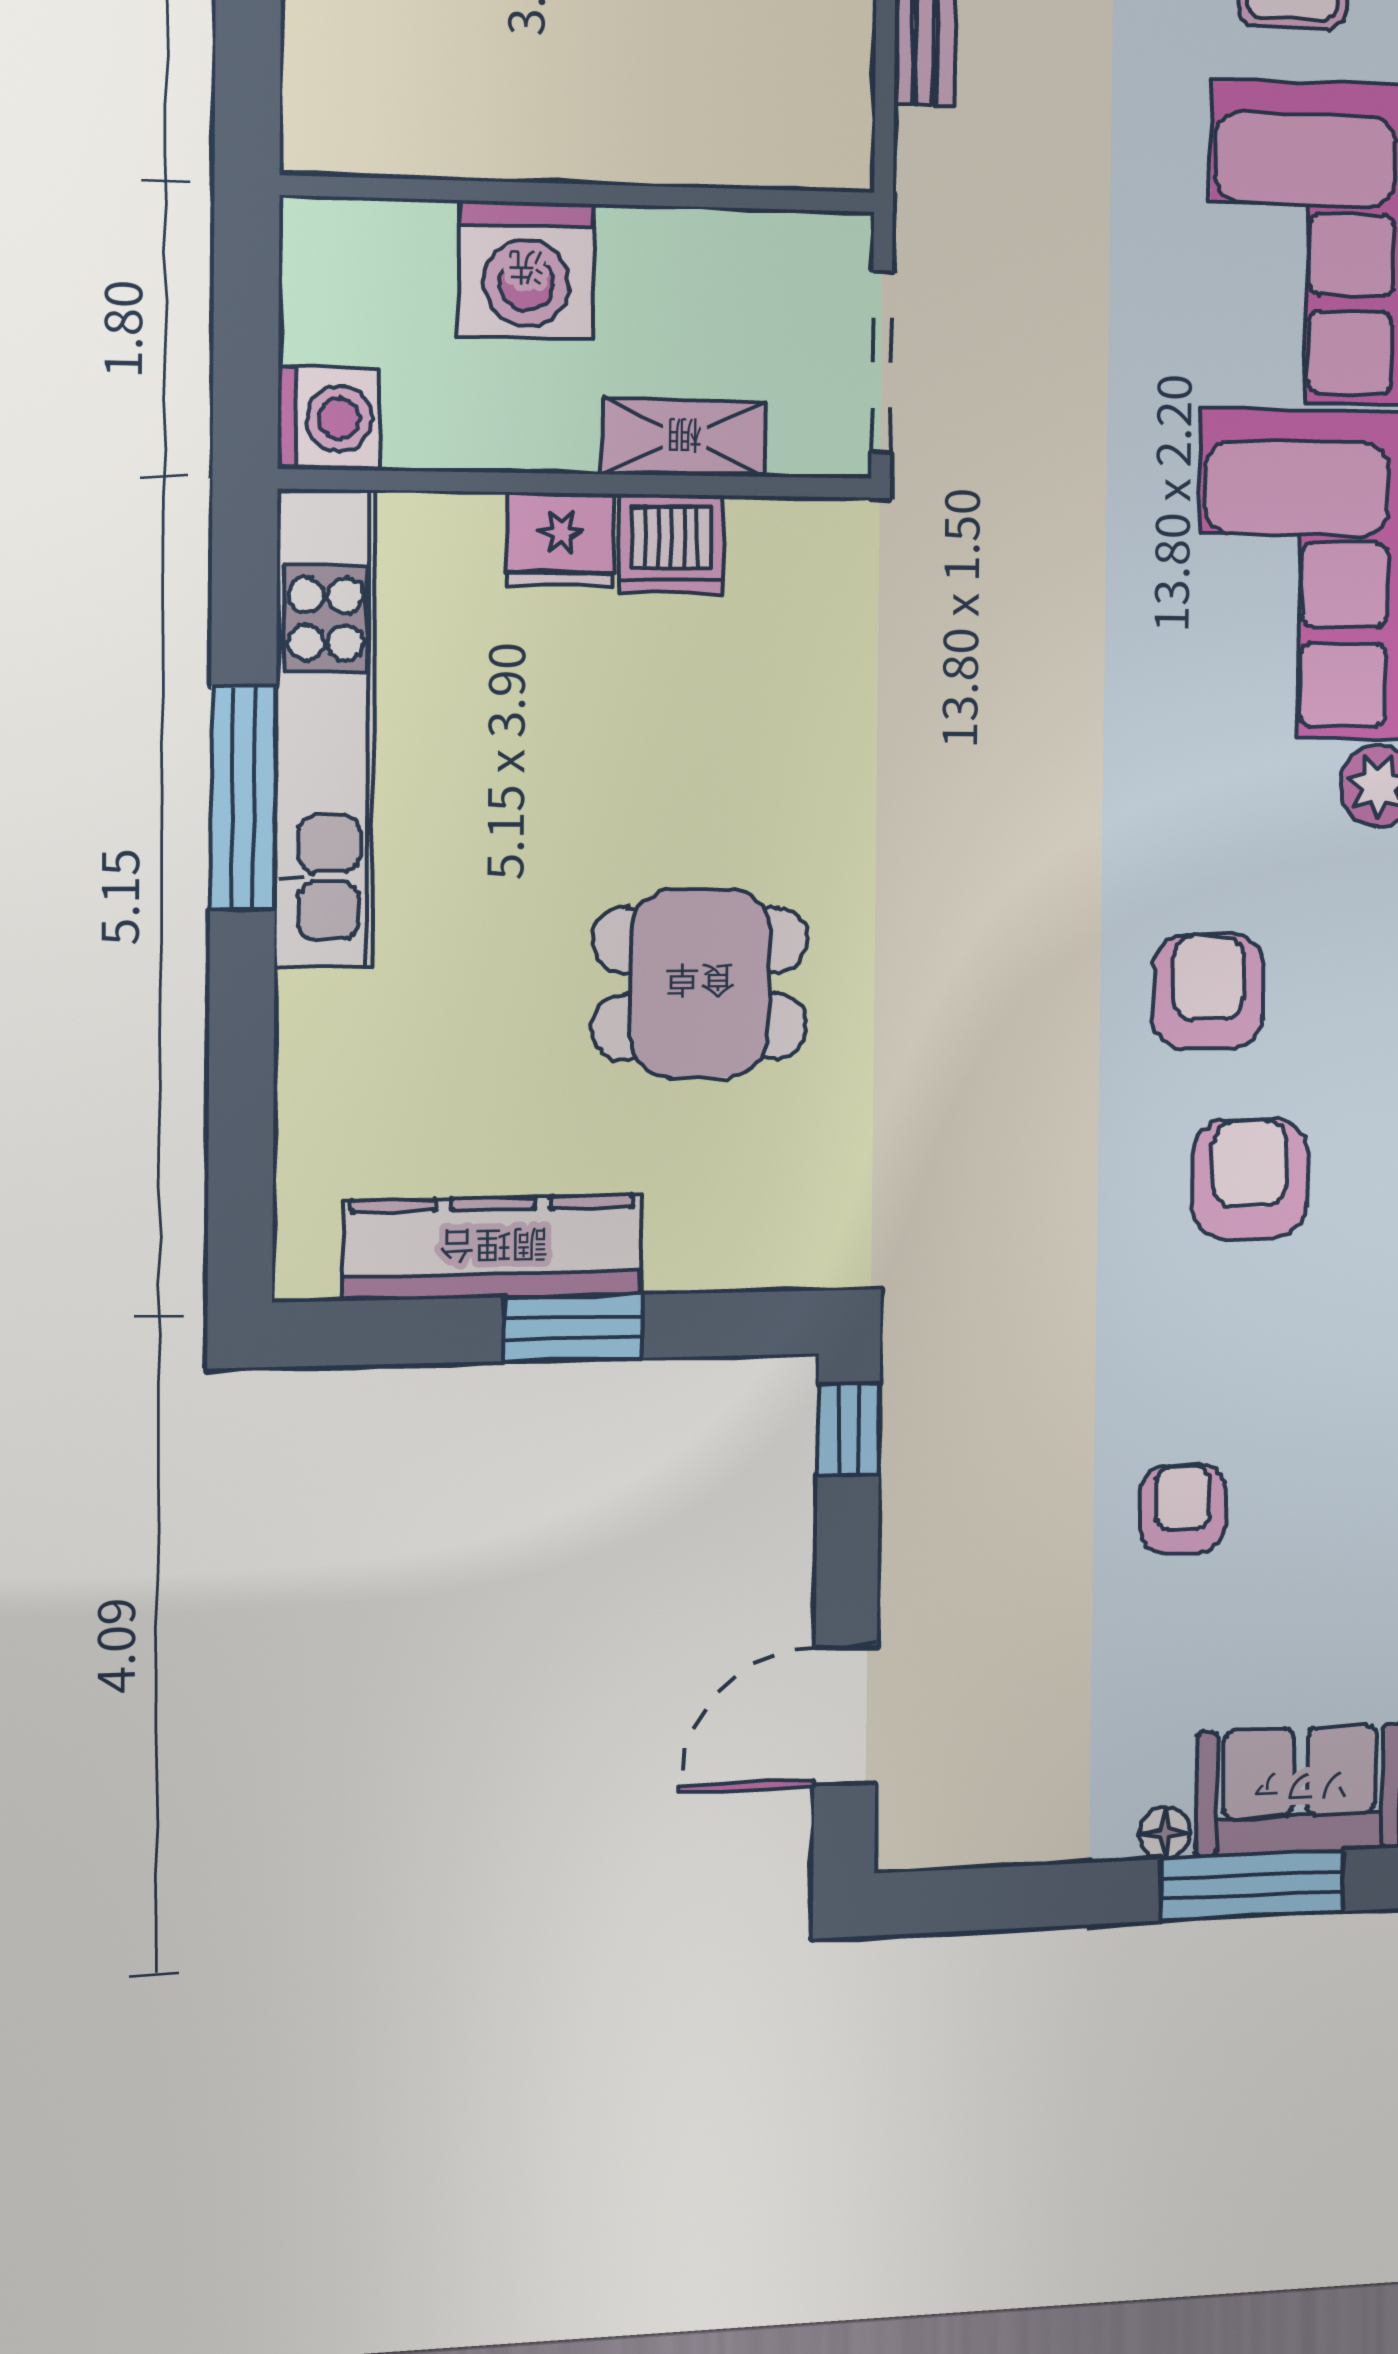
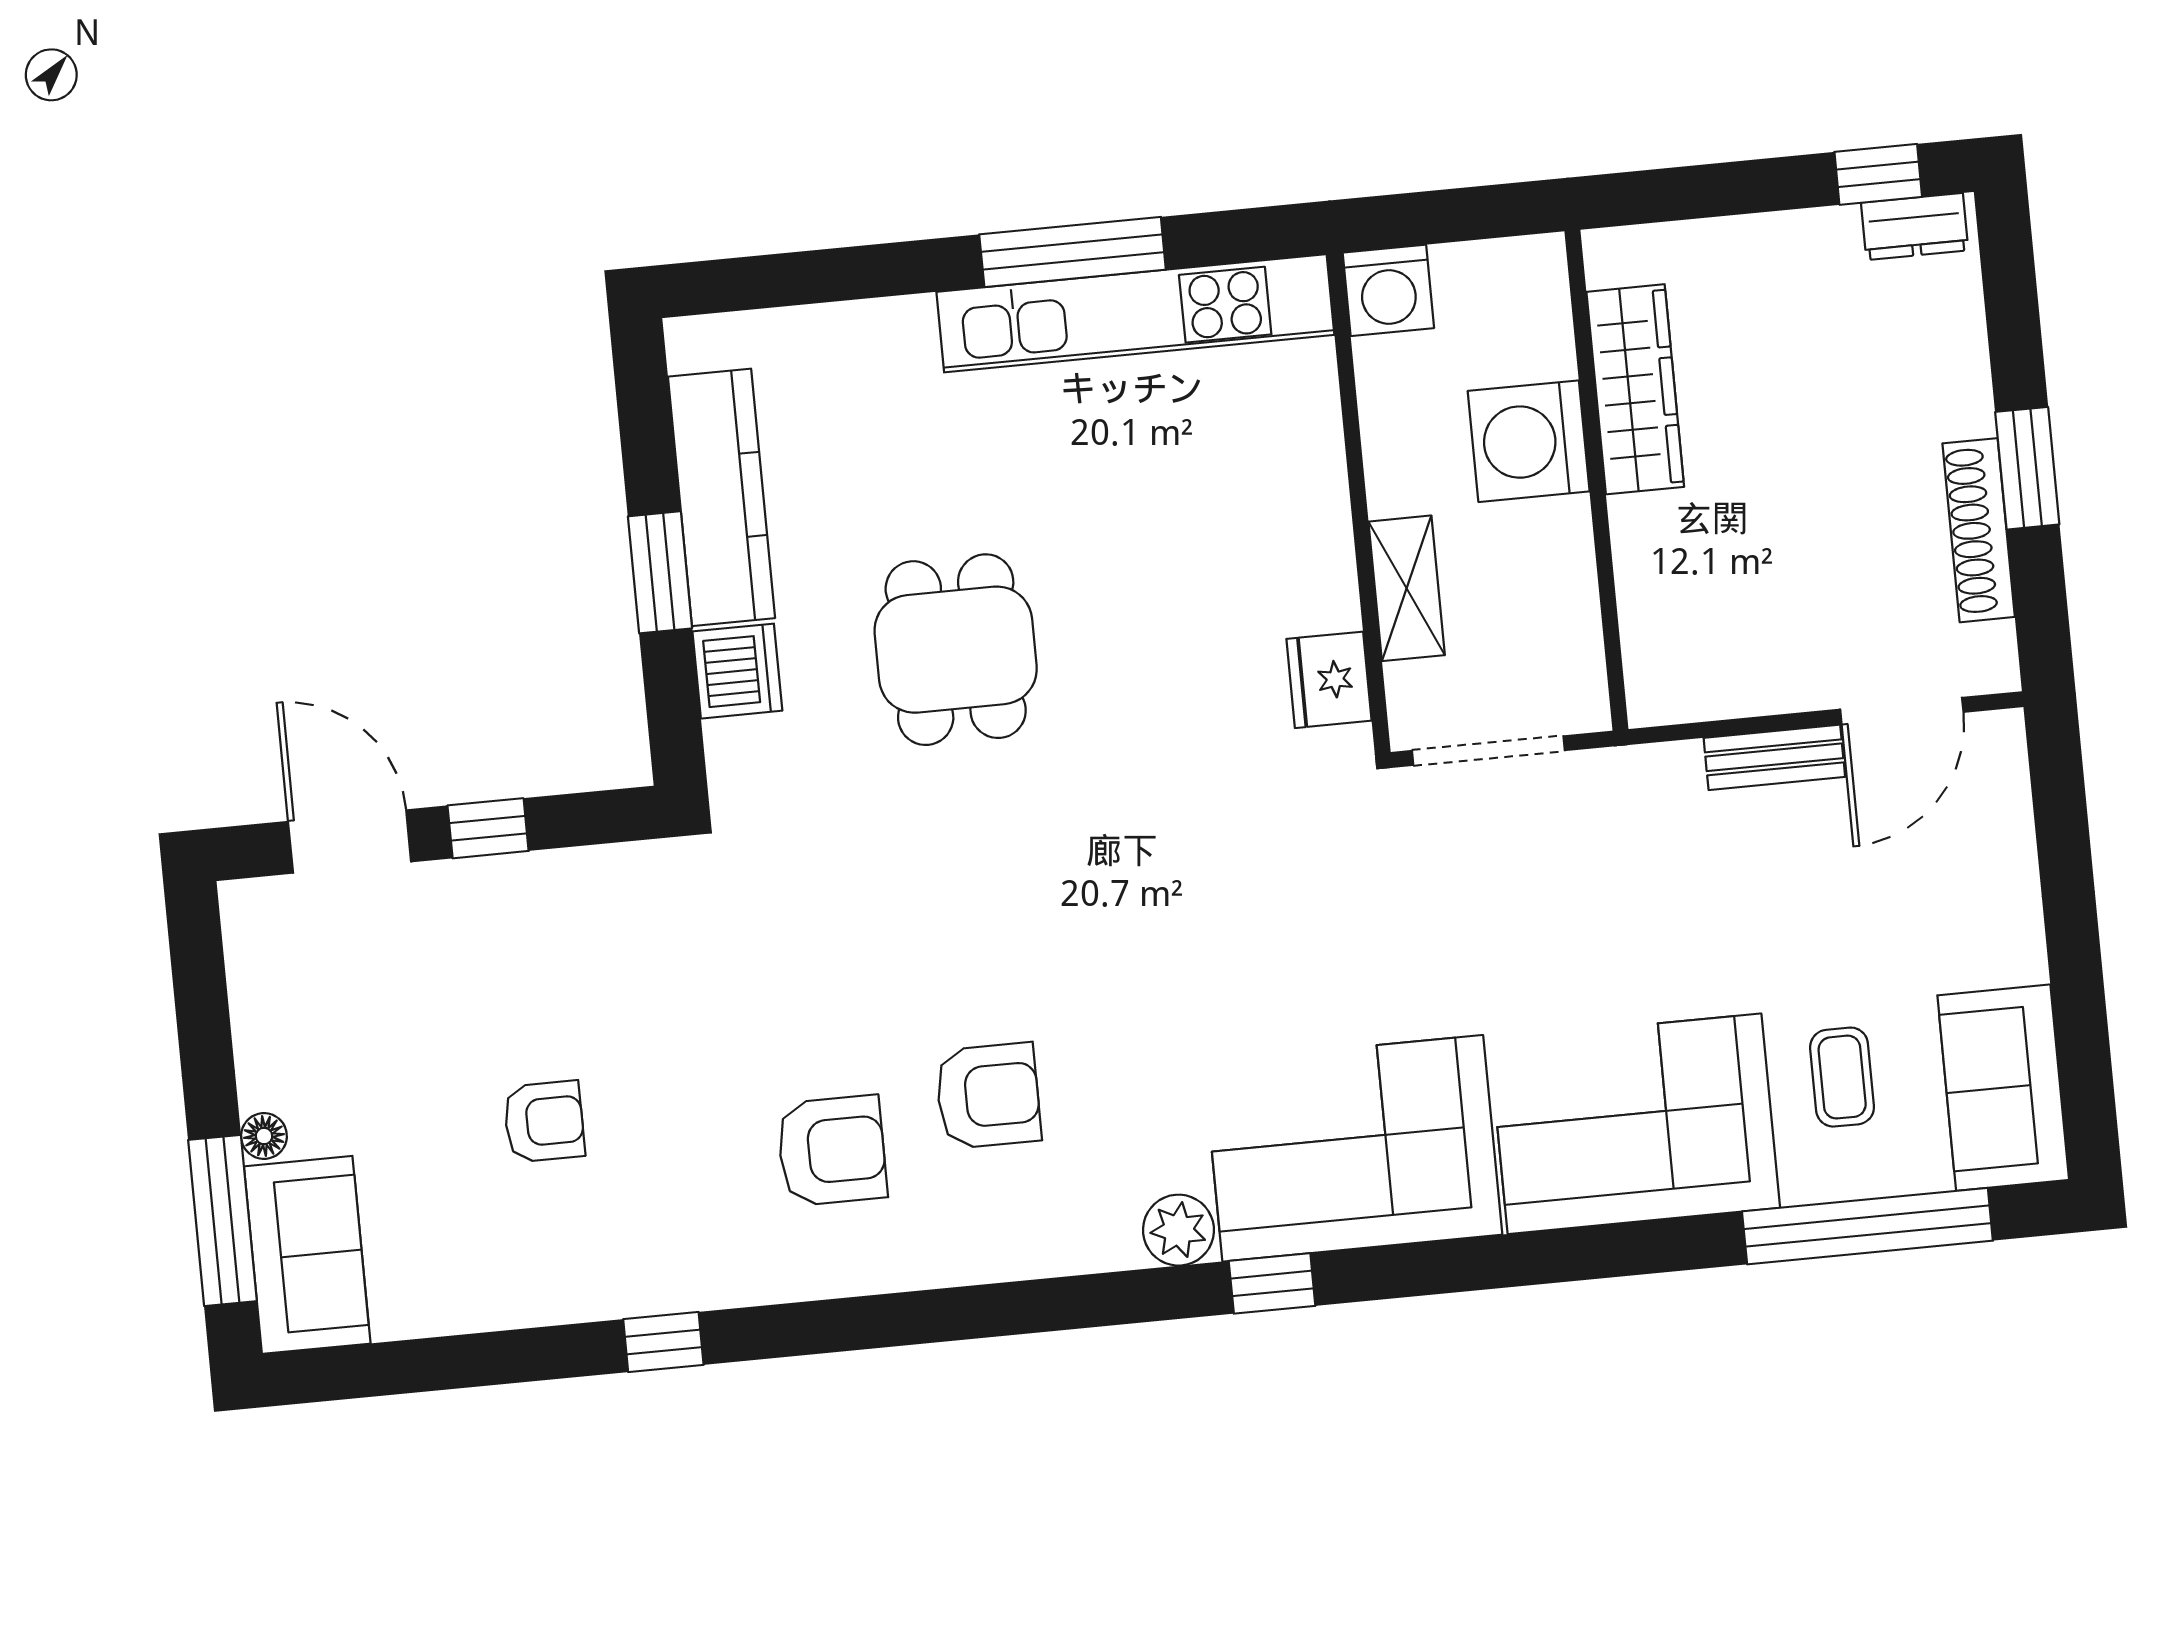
wardrobe: (478, 133) -> (1635, 389), added
fridge: (561, 540) -> (1329, 680), moved
dishwasher: (671, 544) -> (737, 671), moved, turned 180
window: (849, 1429) -> (488, 828), moved

